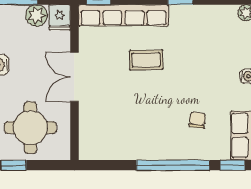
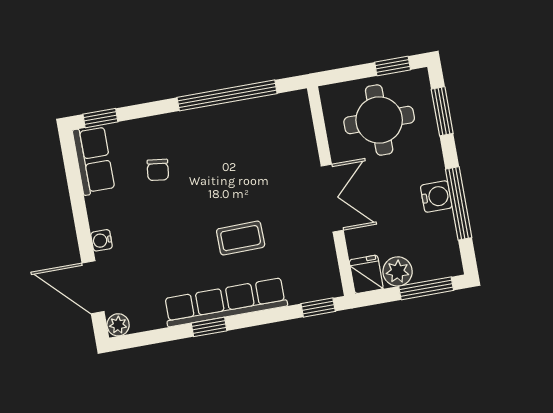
row of seats: (123, 15) -> (225, 302), moved
window: (173, 165) -> (227, 95), moved

